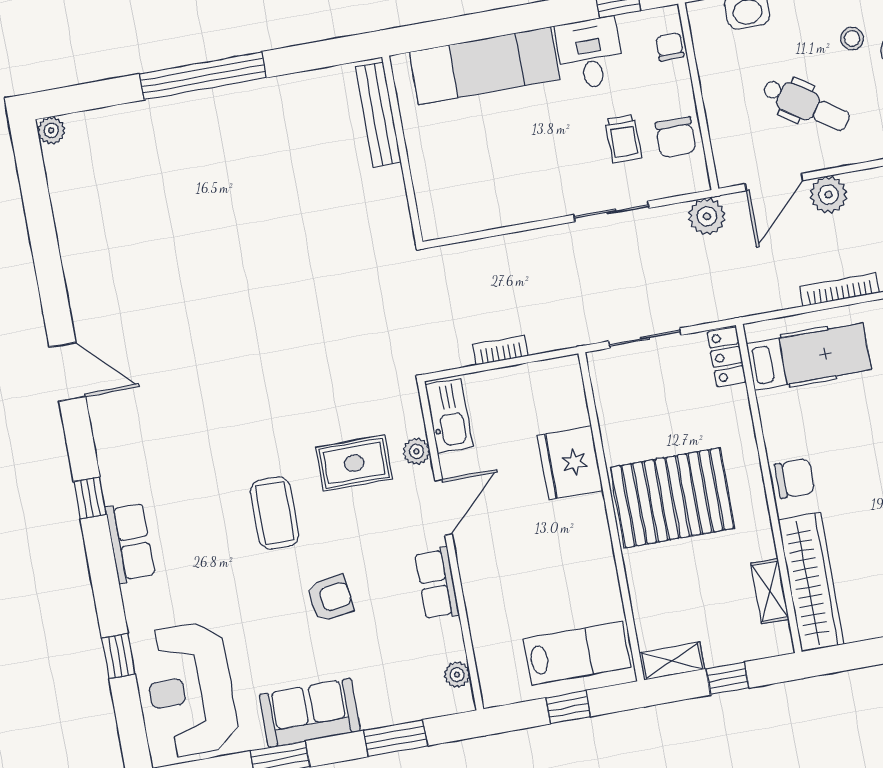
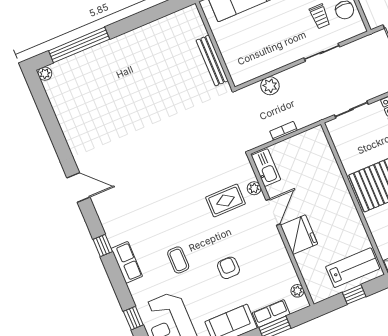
window: (203, 76) -> (79, 45), moved
bench: (378, 115) -> (212, 61), moved
plant: (707, 216) -> (270, 86), moved
fridge: (570, 463) -> (299, 235), moved, turned 180
coffee table: (275, 513) -> (178, 260), moved, width x0.73, depth x0.77
row of seats: (437, 584) -> (271, 313), moved, turned 90
armchair: (330, 598) -> (228, 268), turned -82

